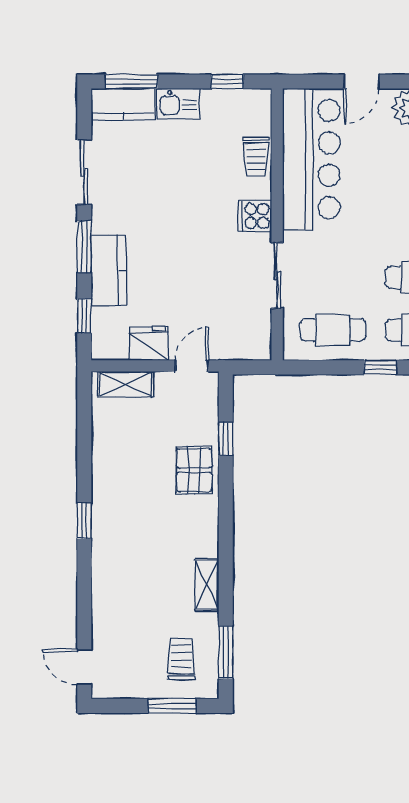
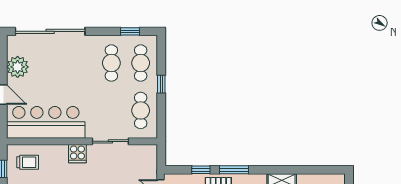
trolley: (256, 157) -> (28, 162), moved
window: (226, 652) -> (234, 170), moved

